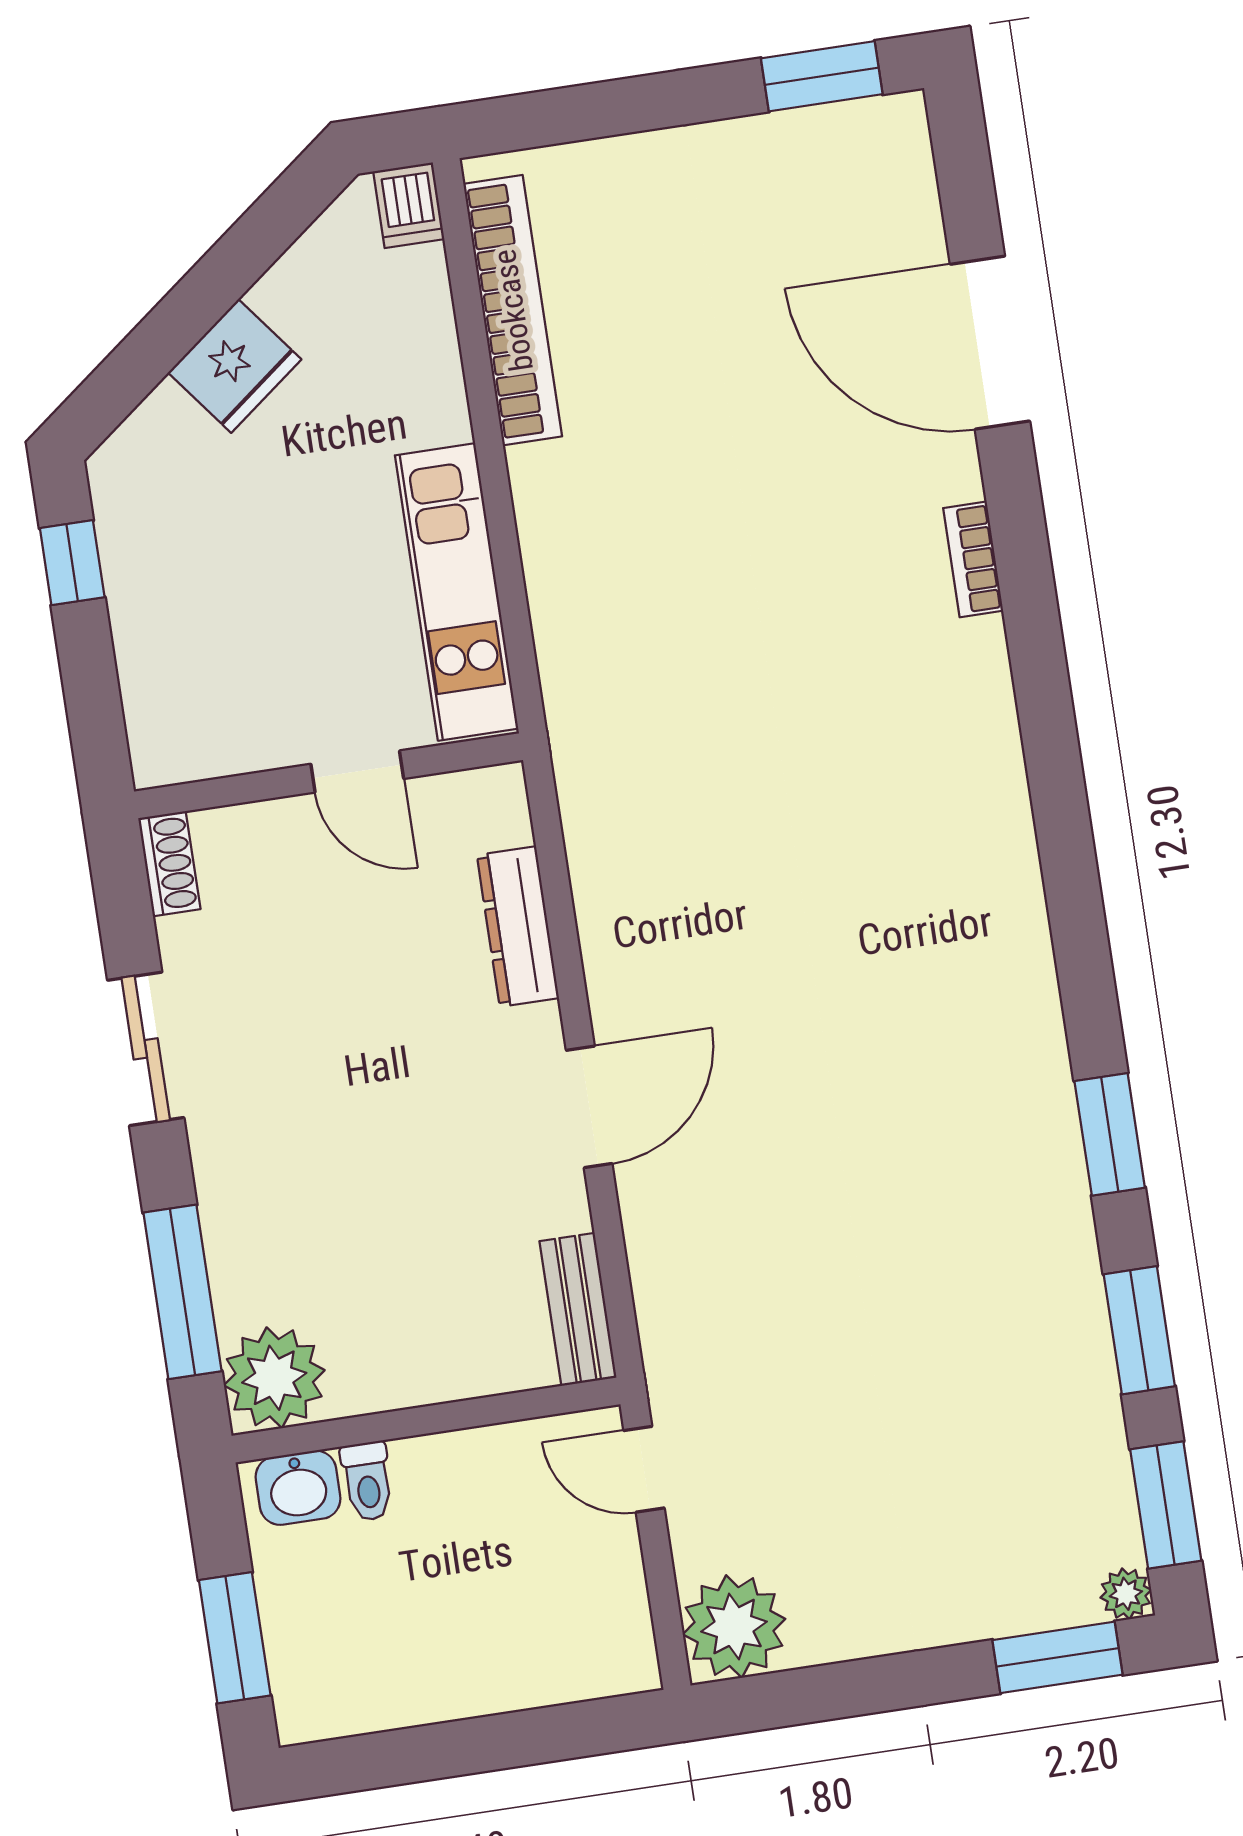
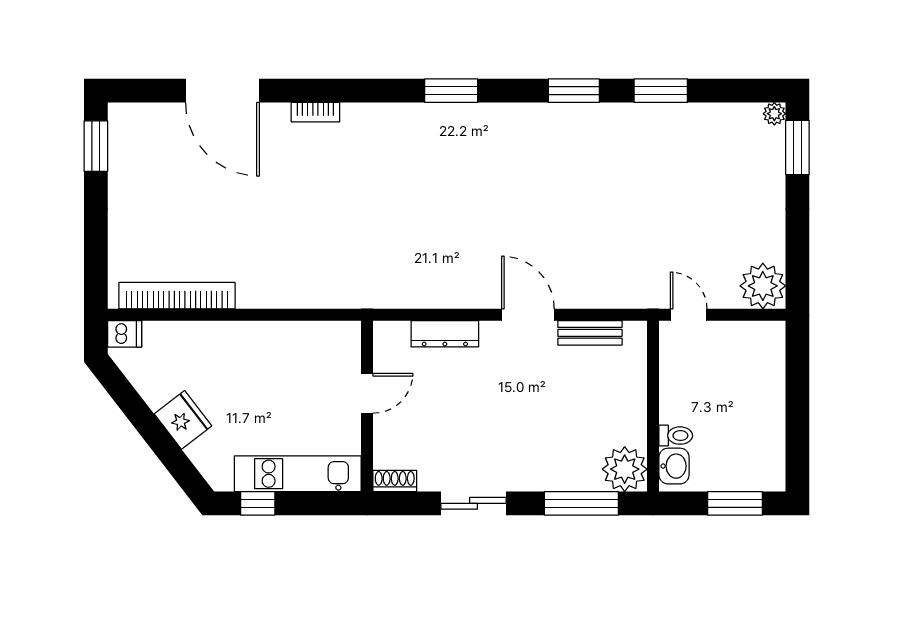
door: (990, 343) -> (222, 91), hinge flipped
kitchen unit: (457, 592) -> (298, 474), moved, turned 180
bench: (578, 1309) -> (590, 333), moved
door: (644, 1469) -> (689, 315), swing flipped
window: (1166, 1505) -> (451, 91), moved

